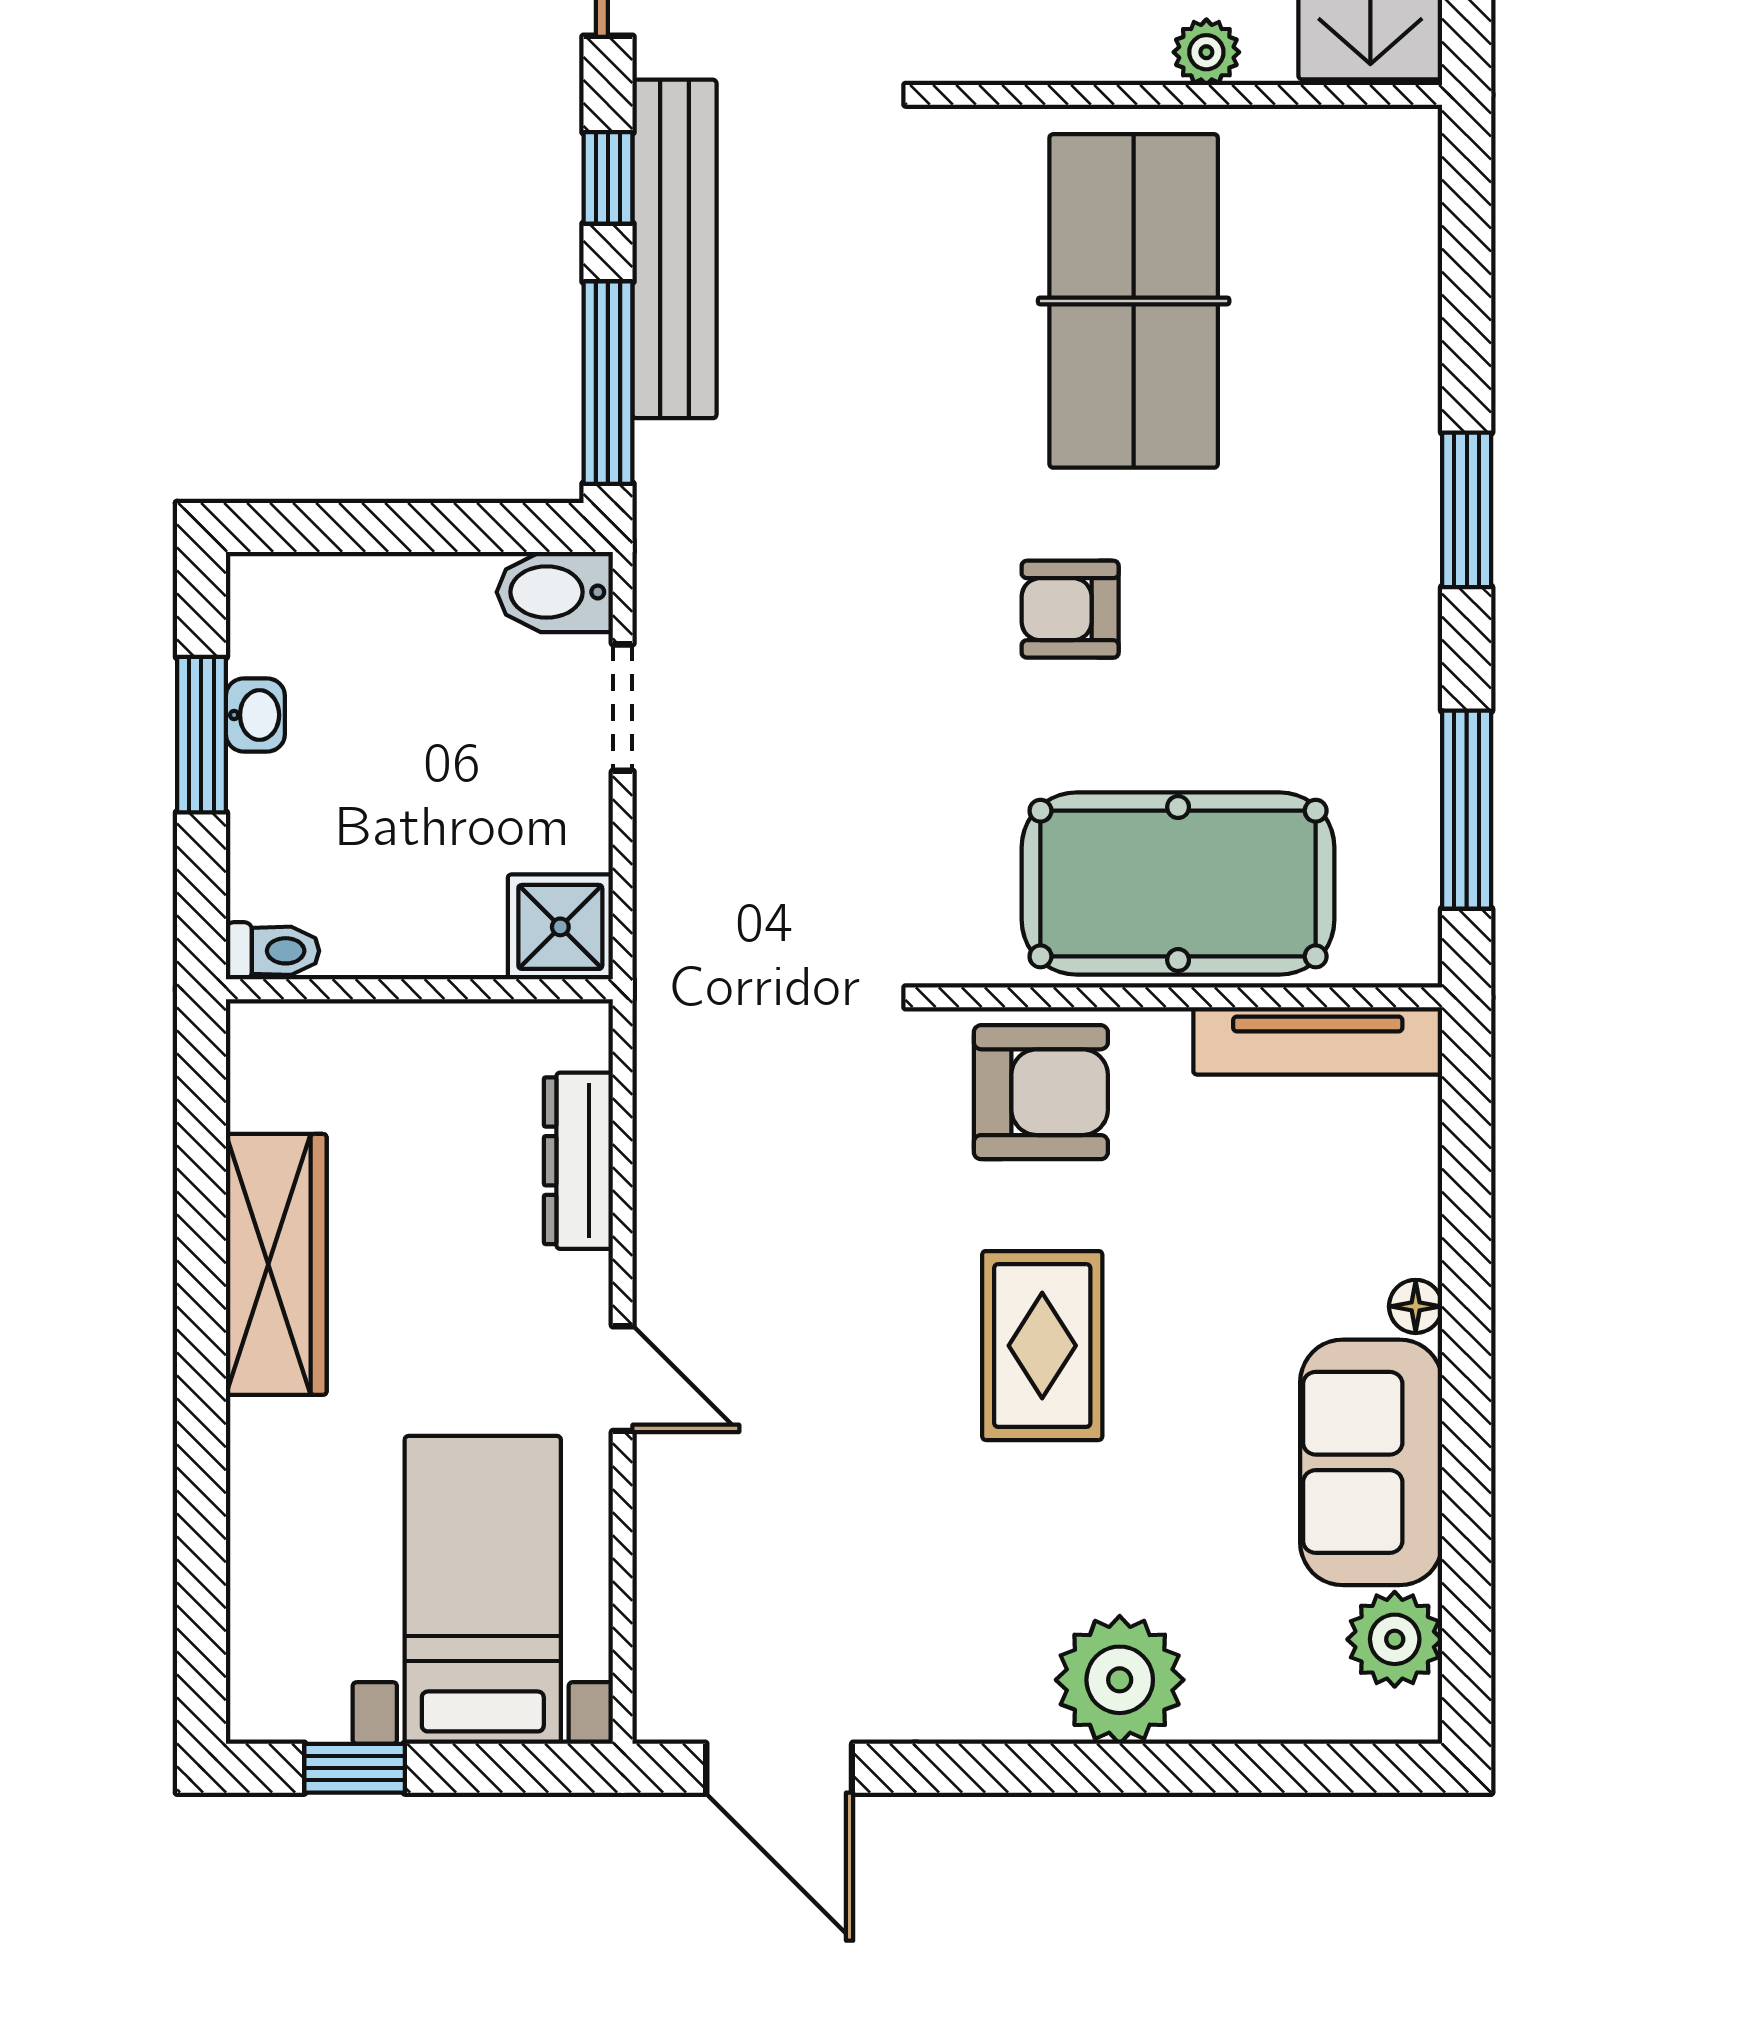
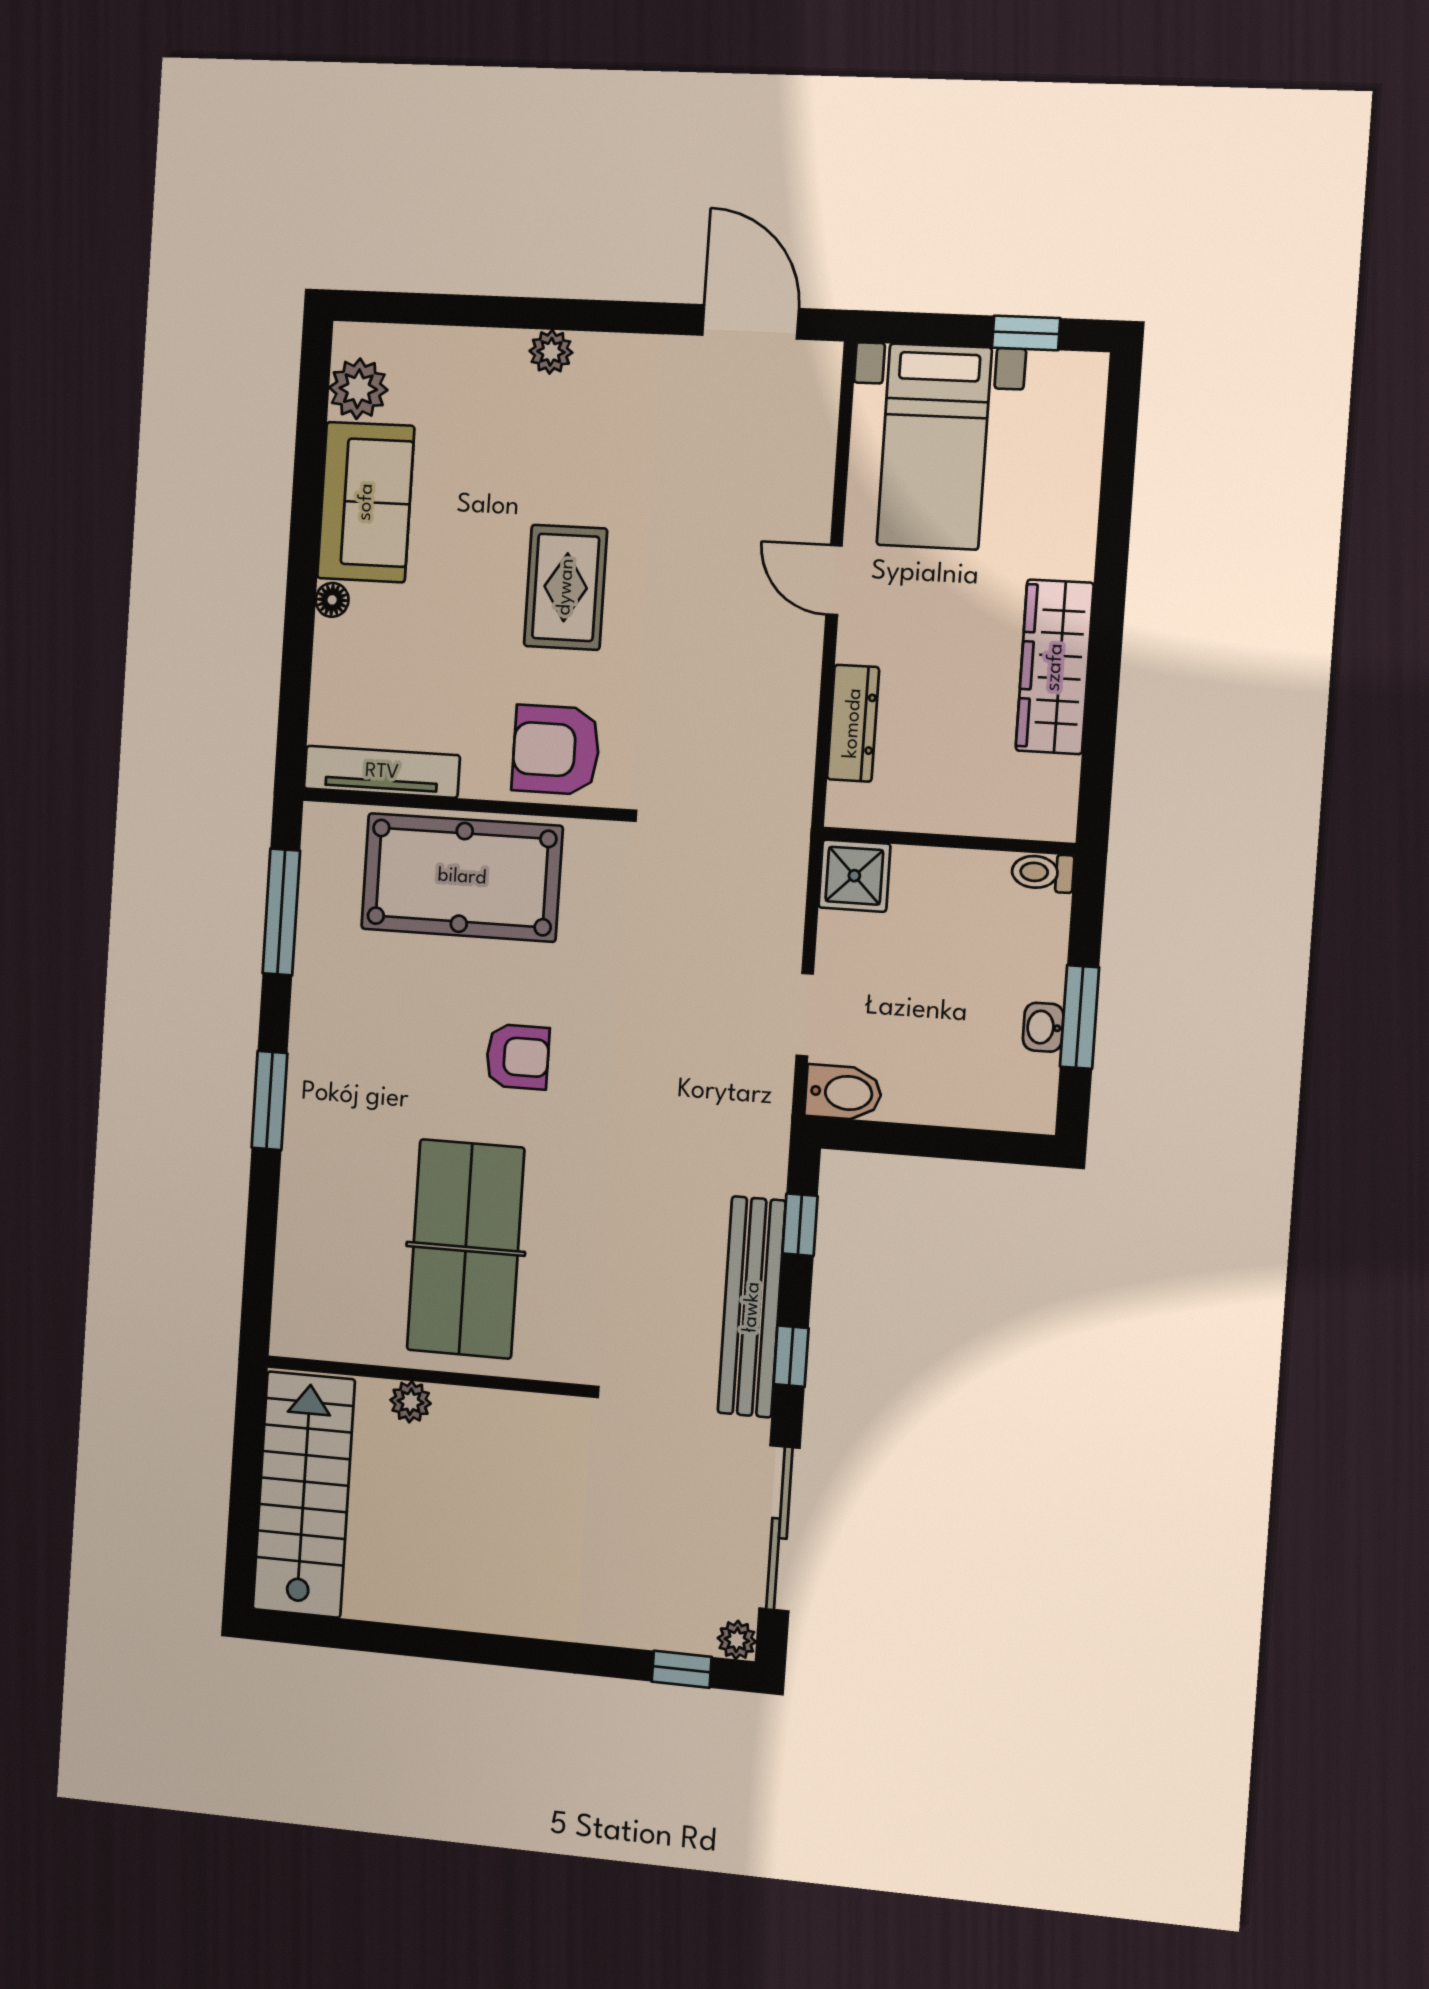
window: (608, 383) -> (800, 1225), width x0.46
plant: (1120, 1680) -> (551, 352), width x0.53, depth x0.53

